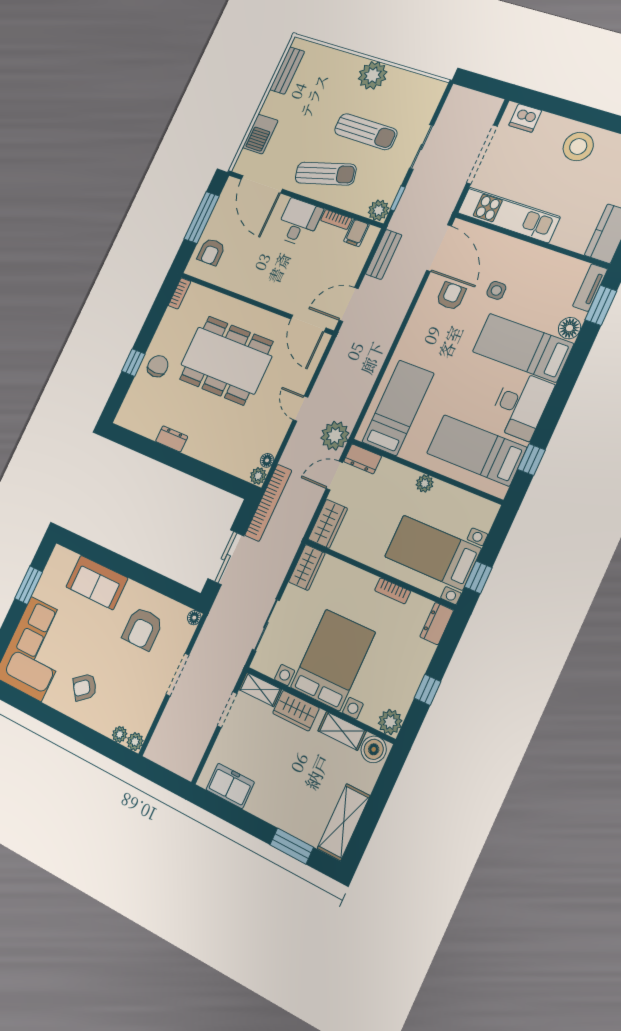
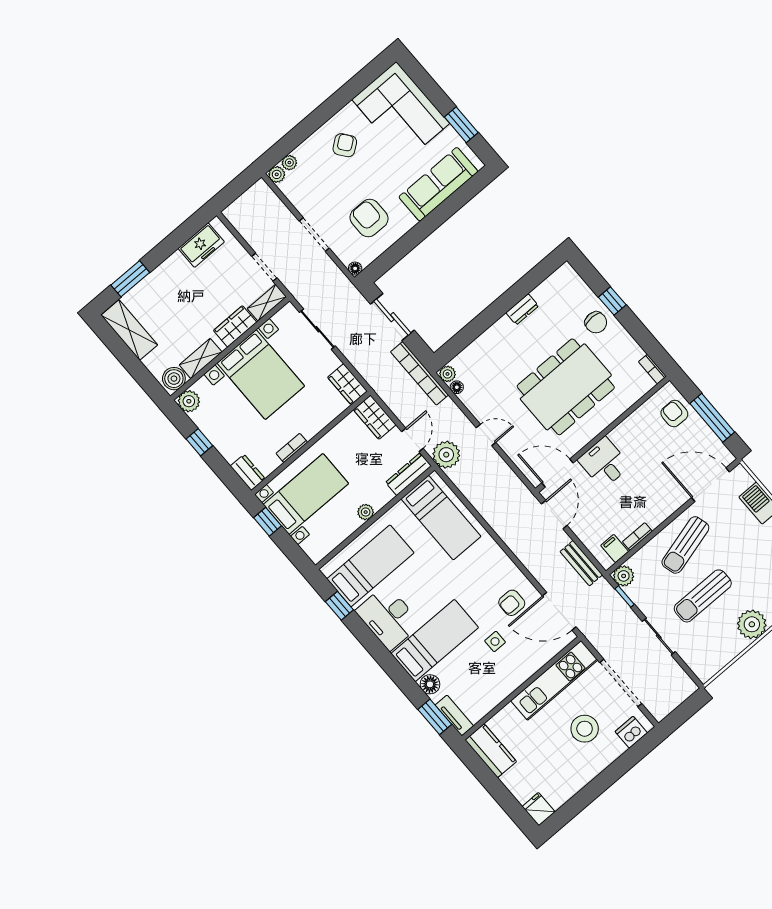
stool: (578, 147) -> (585, 729), moved
desk: (299, 222) -> (604, 463), moved, turned 180
armchair: (451, 296) -> (512, 603), turned 90
dresser: (363, 459) -> (408, 474), width x1.44
sofa: (97, 582) -> (438, 184), width x1.36

